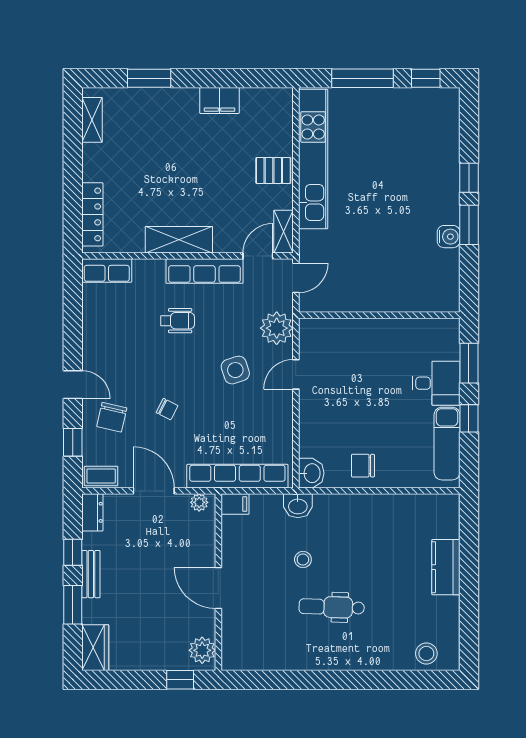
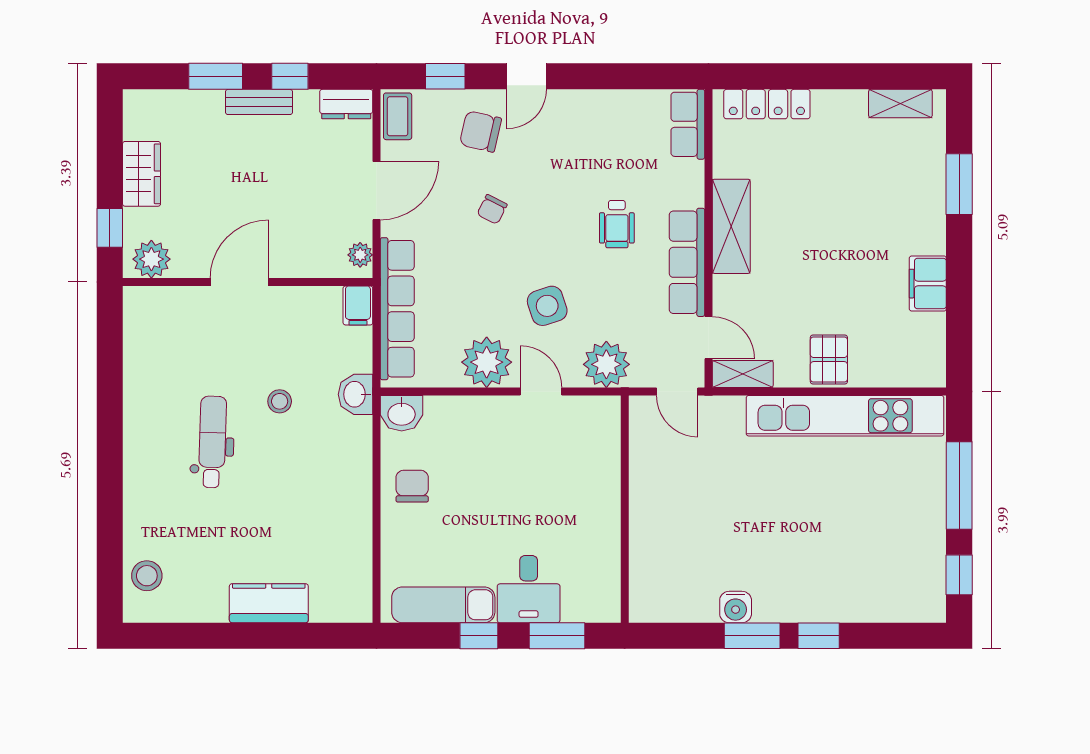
plant: (275, 413) -> (487, 362), added
wardrobe: (95, 648) -> (142, 174), moved, turned -90

